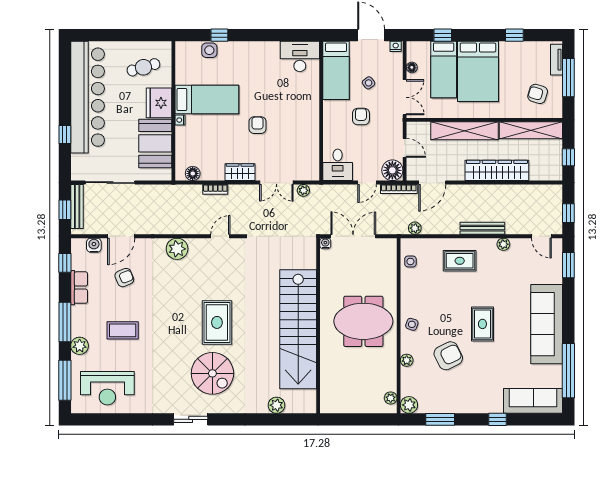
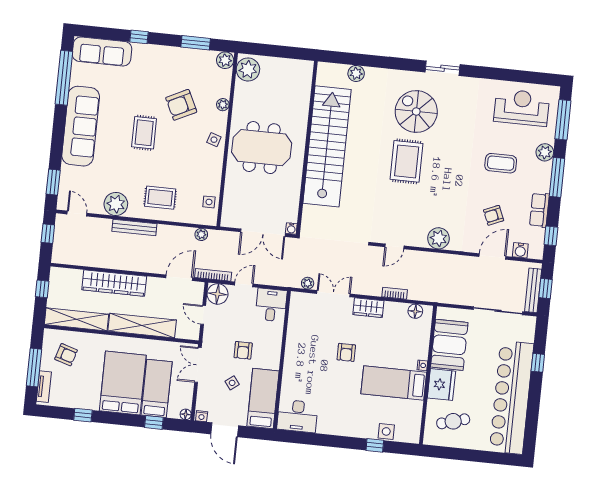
floor lamp: (412, 67) -> (186, 414), moved
plant: (503, 244) -> (116, 204), width x1.87, depth x1.87
plant: (391, 398) -> (248, 69), width x1.88, depth x1.88

